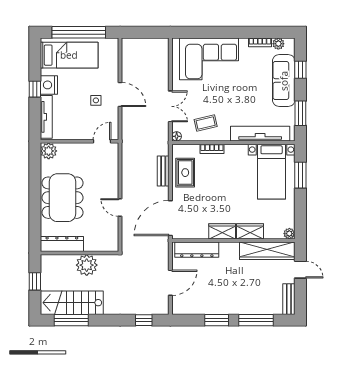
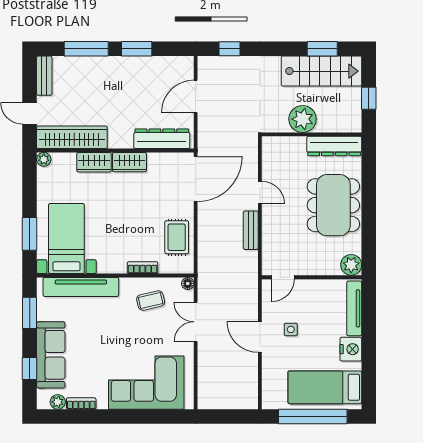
window: (35, 89) -> (369, 344), removed
bench: (163, 171) -> (251, 230), moved
window: (71, 320) -> (322, 49), width x0.69

